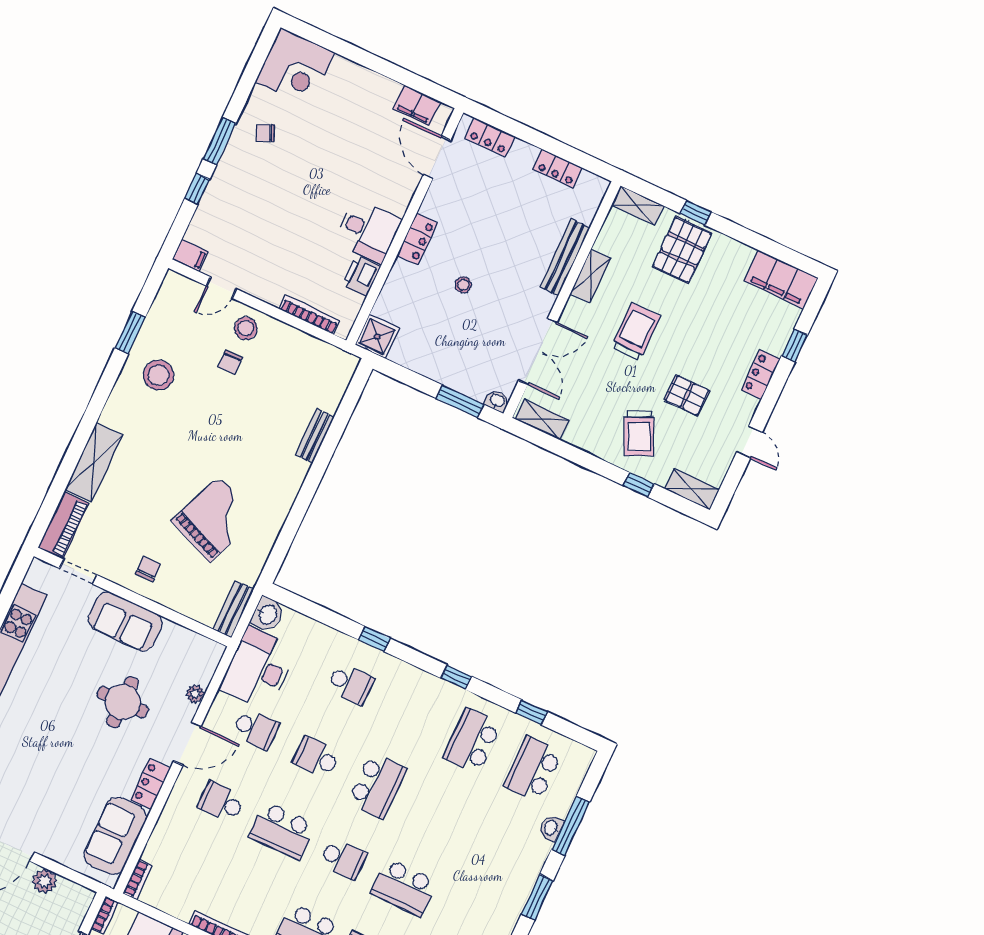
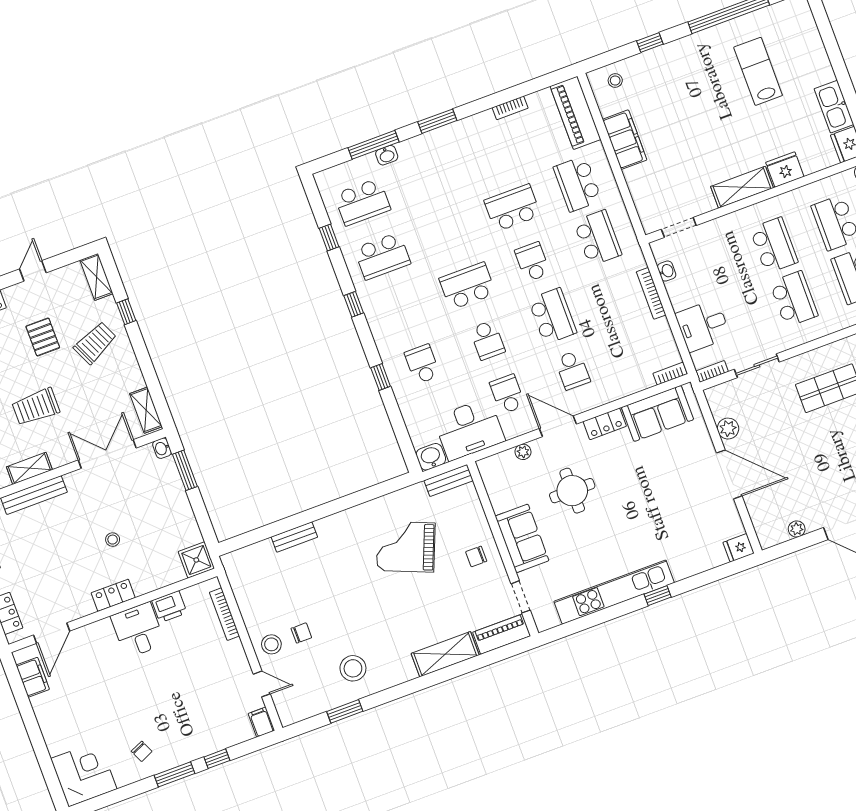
school desk: (404, 887) -> (512, 208), turned -90

